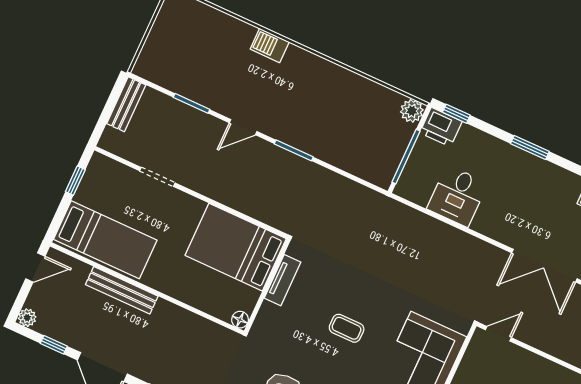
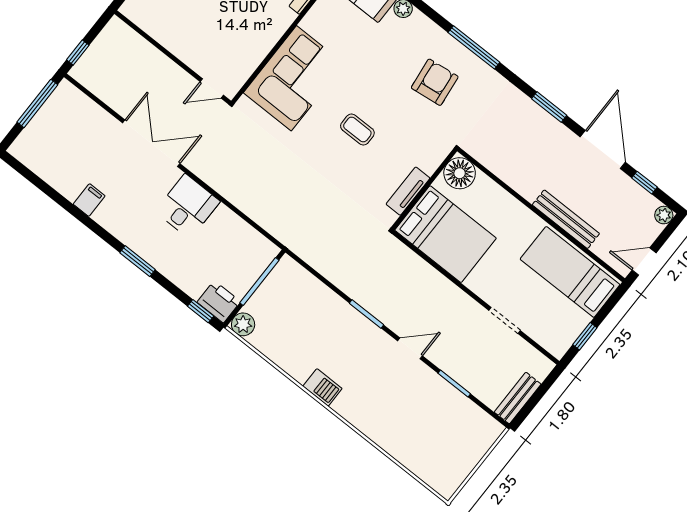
barbecue: (270, 46) -> (322, 387), moved
desk: (457, 196) -> (188, 206), moved
floor lamp: (240, 320) -> (460, 173), width x1.89, depth x1.89

